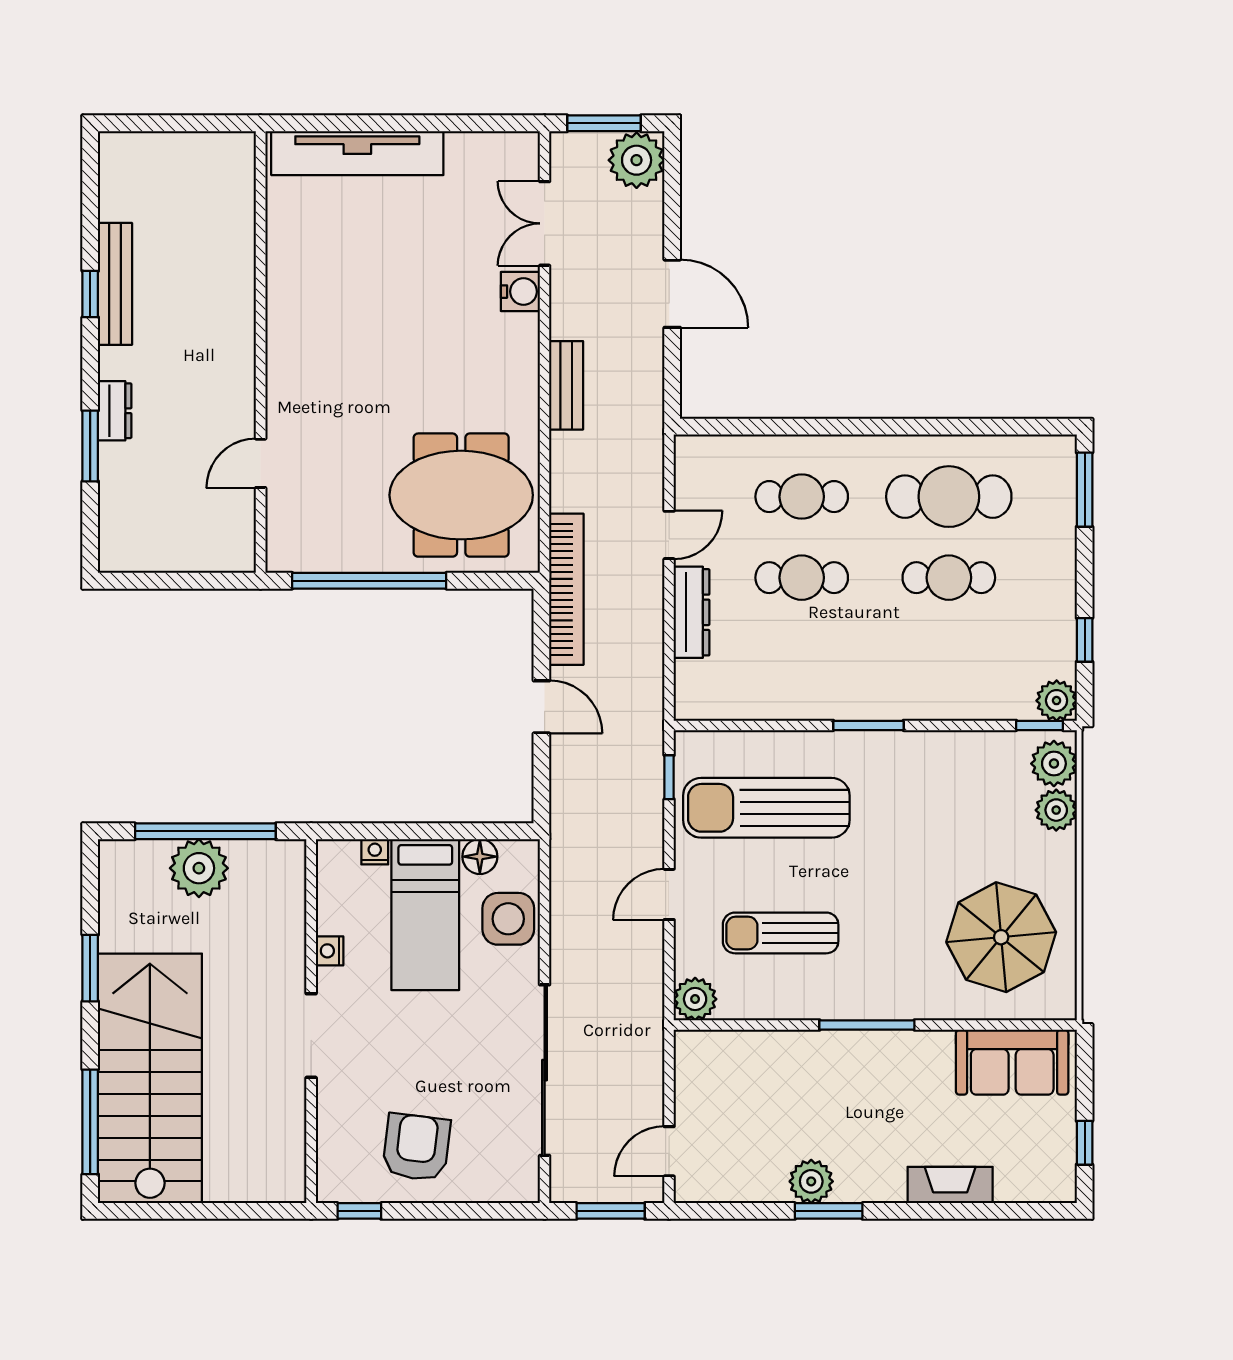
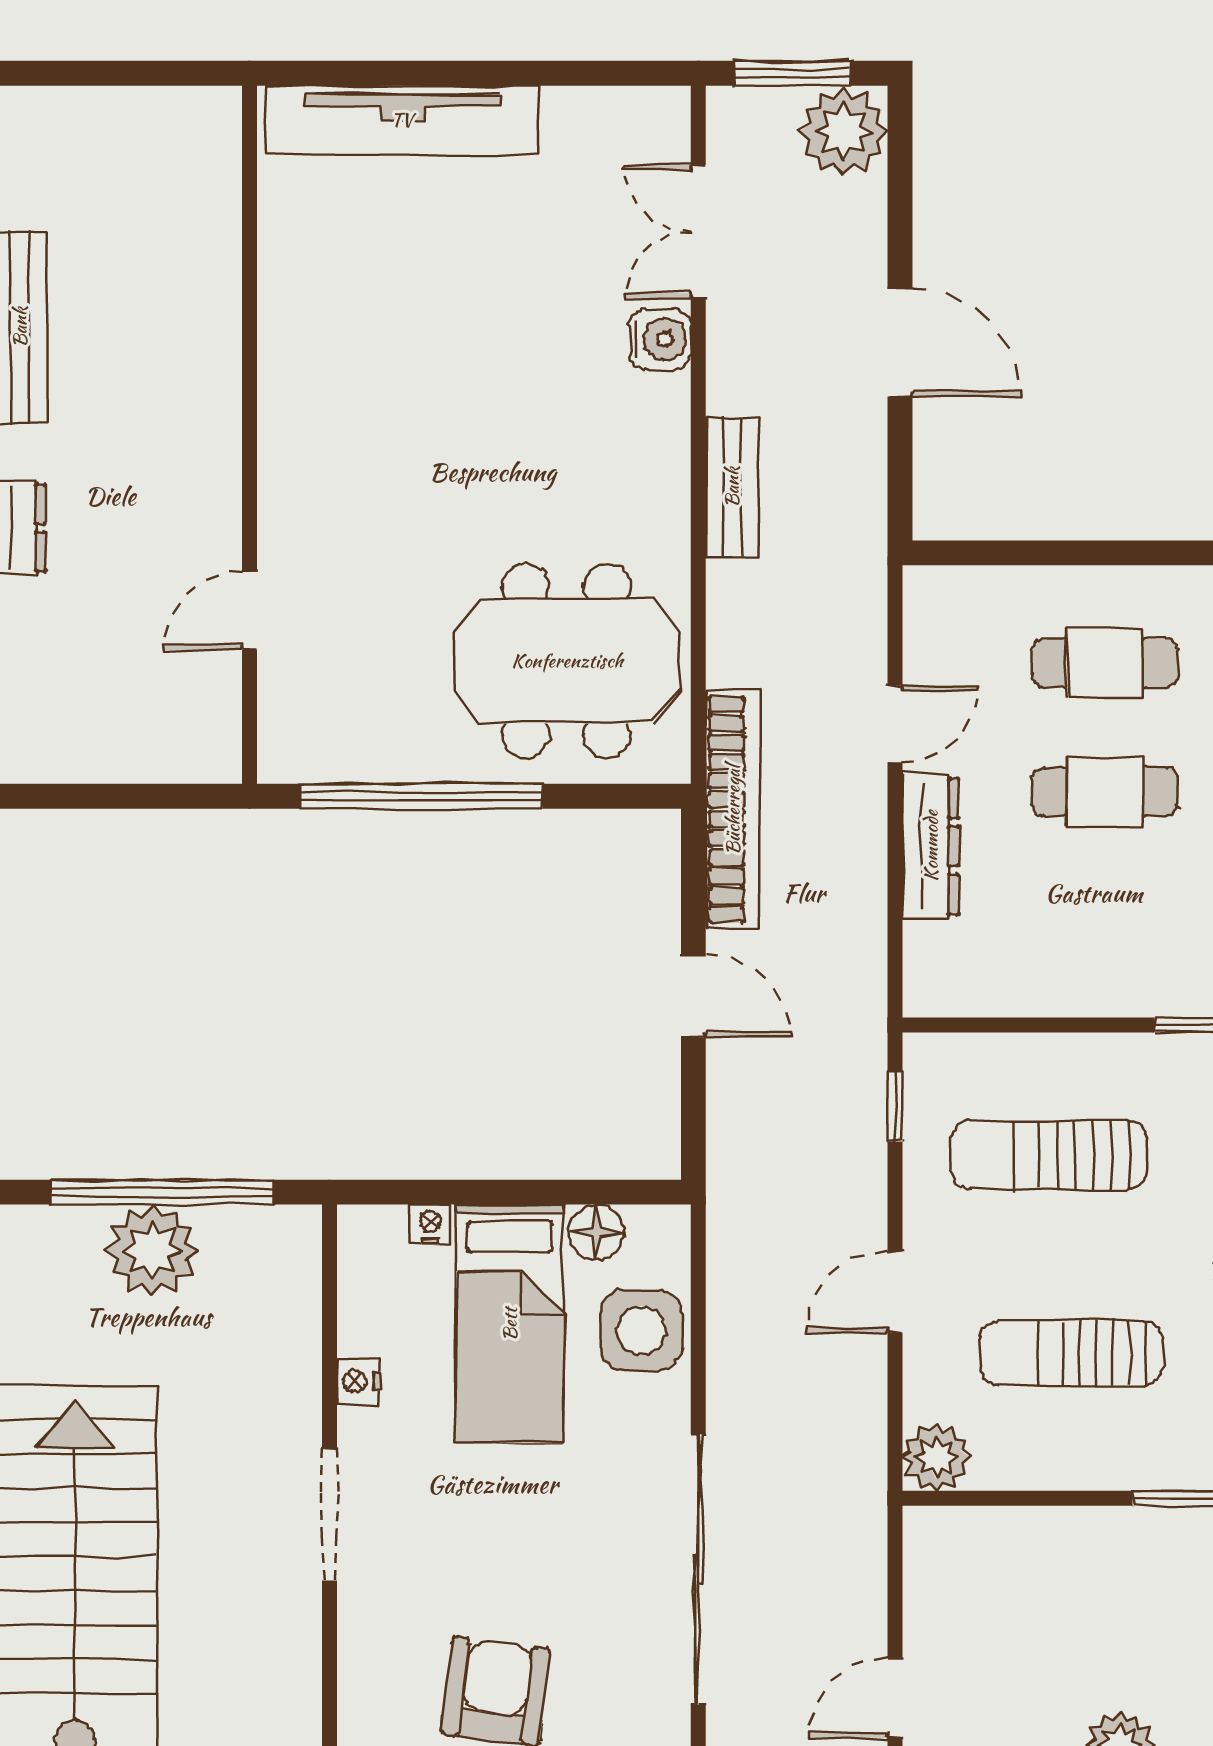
sun lounger: (766, 808) -> (1049, 1155), width x0.73, depth x0.75

